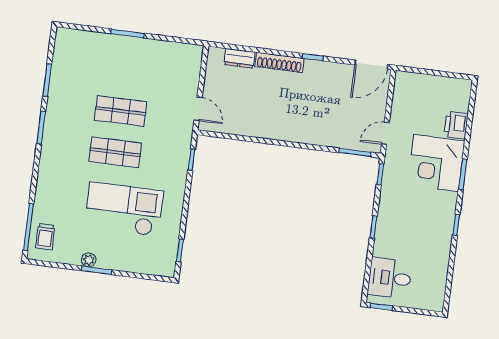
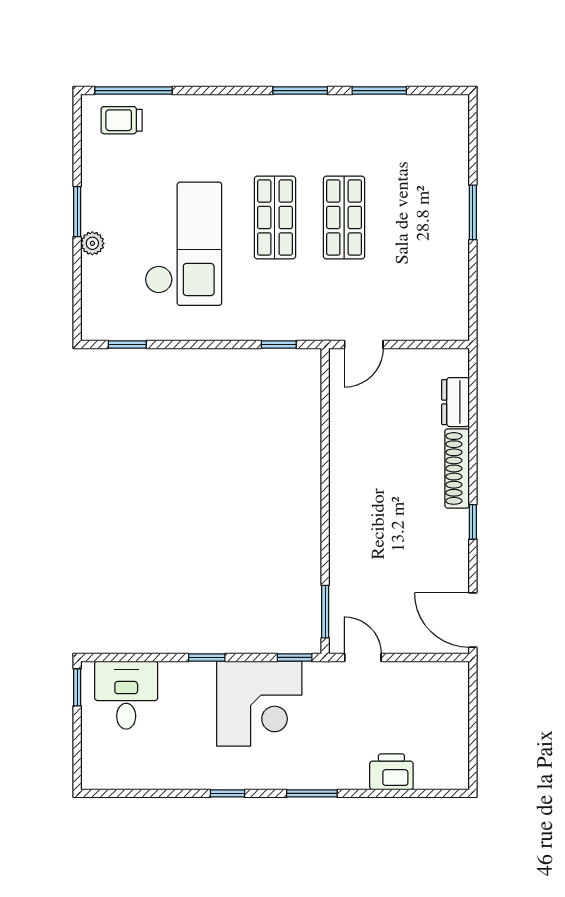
corner desk: (436, 163) -> (259, 704), moved, turned 180
plant: (89, 260) -> (92, 243), moved

